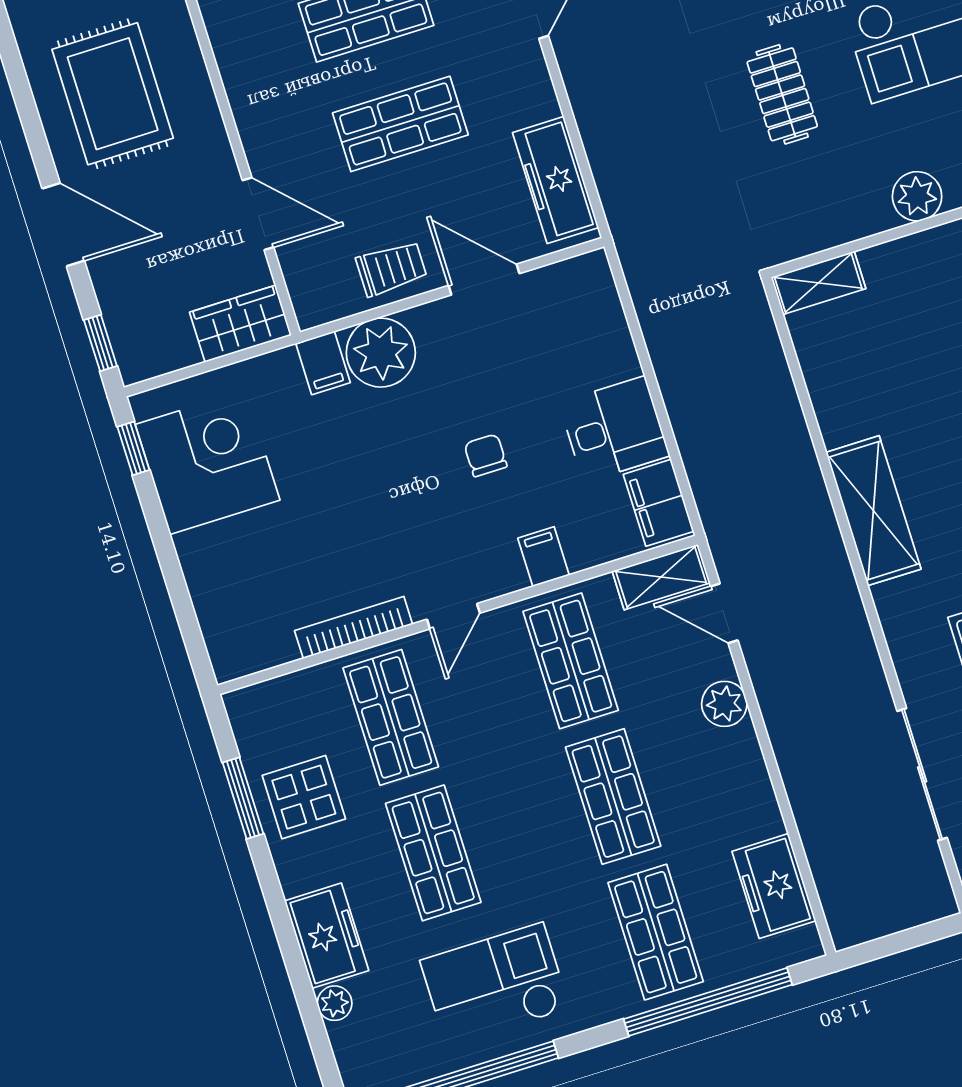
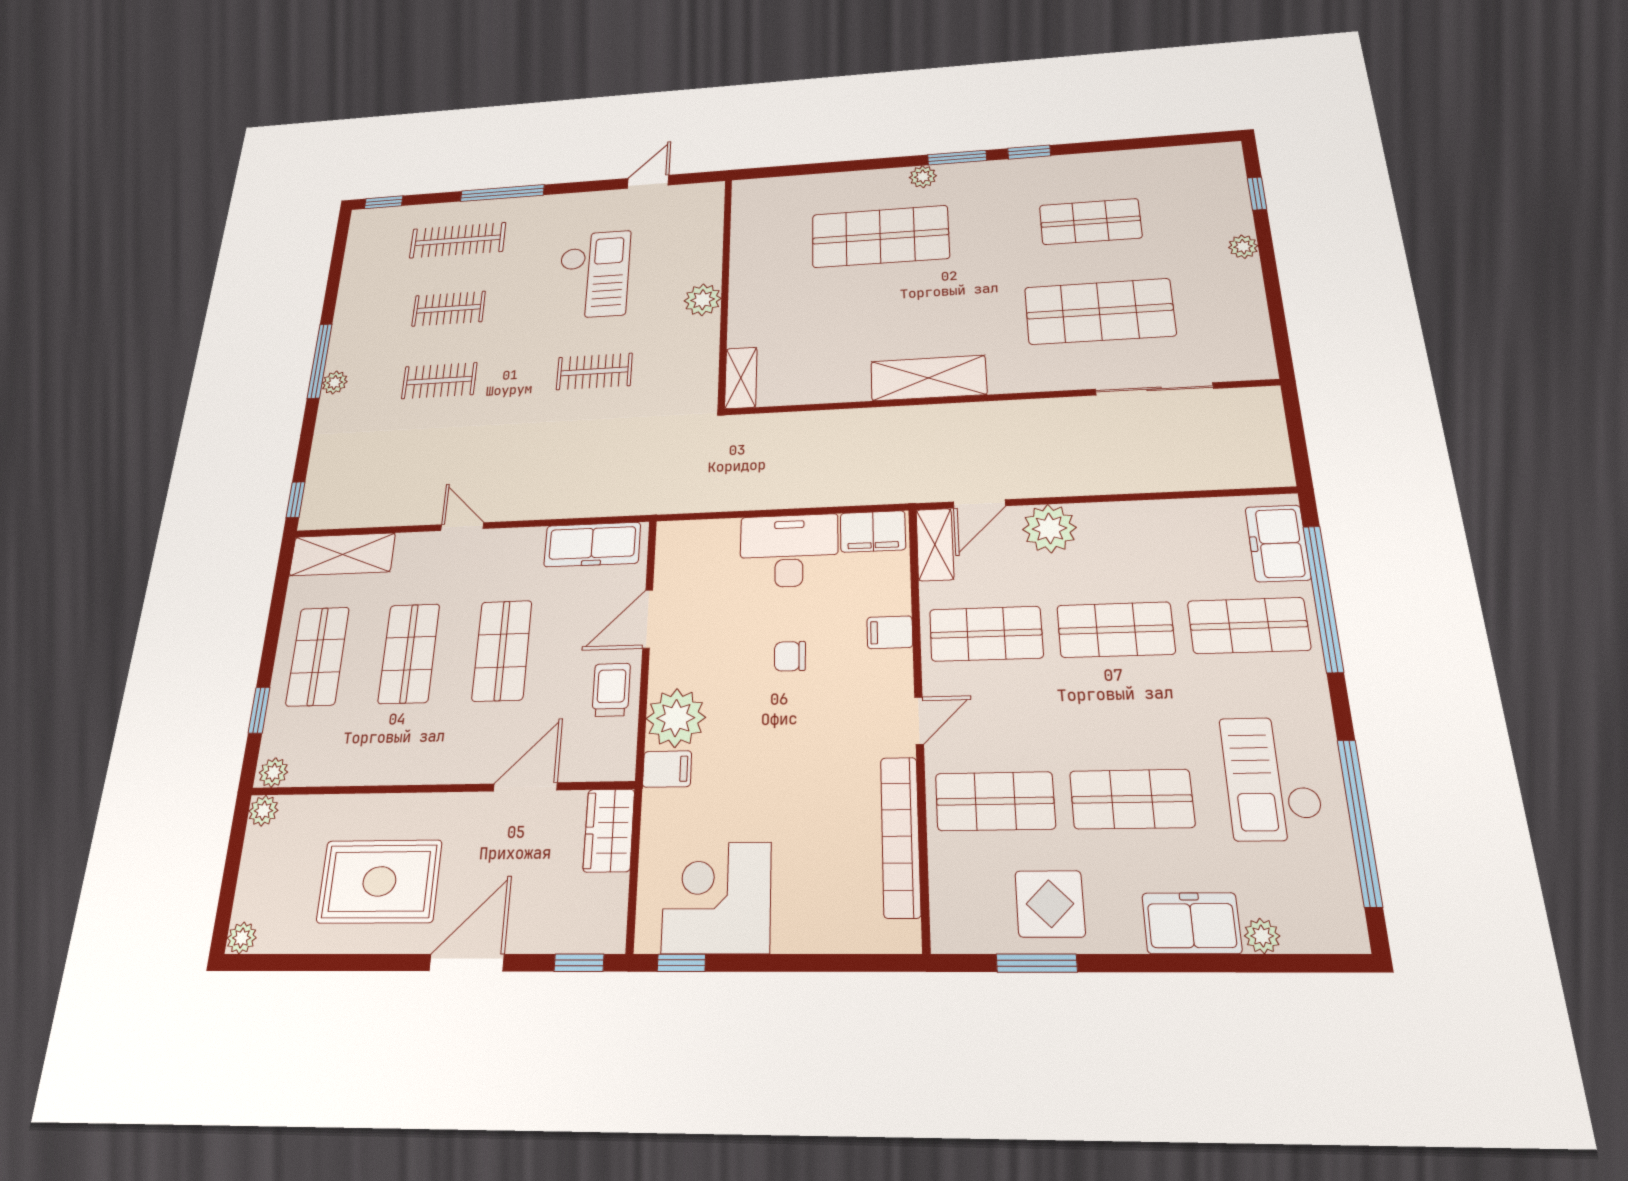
desk: (614, 429) -> (789, 551), width x1.37
door: (453, 616) -> (919, 721), hinge flipped
bookcase: (354, 628) -> (900, 836), width x1.48, depth x1.31
plant: (724, 704) -> (1049, 529), width x1.36, depth x1.36
freezer: (774, 886) -> (1278, 543), moved, turned 90

